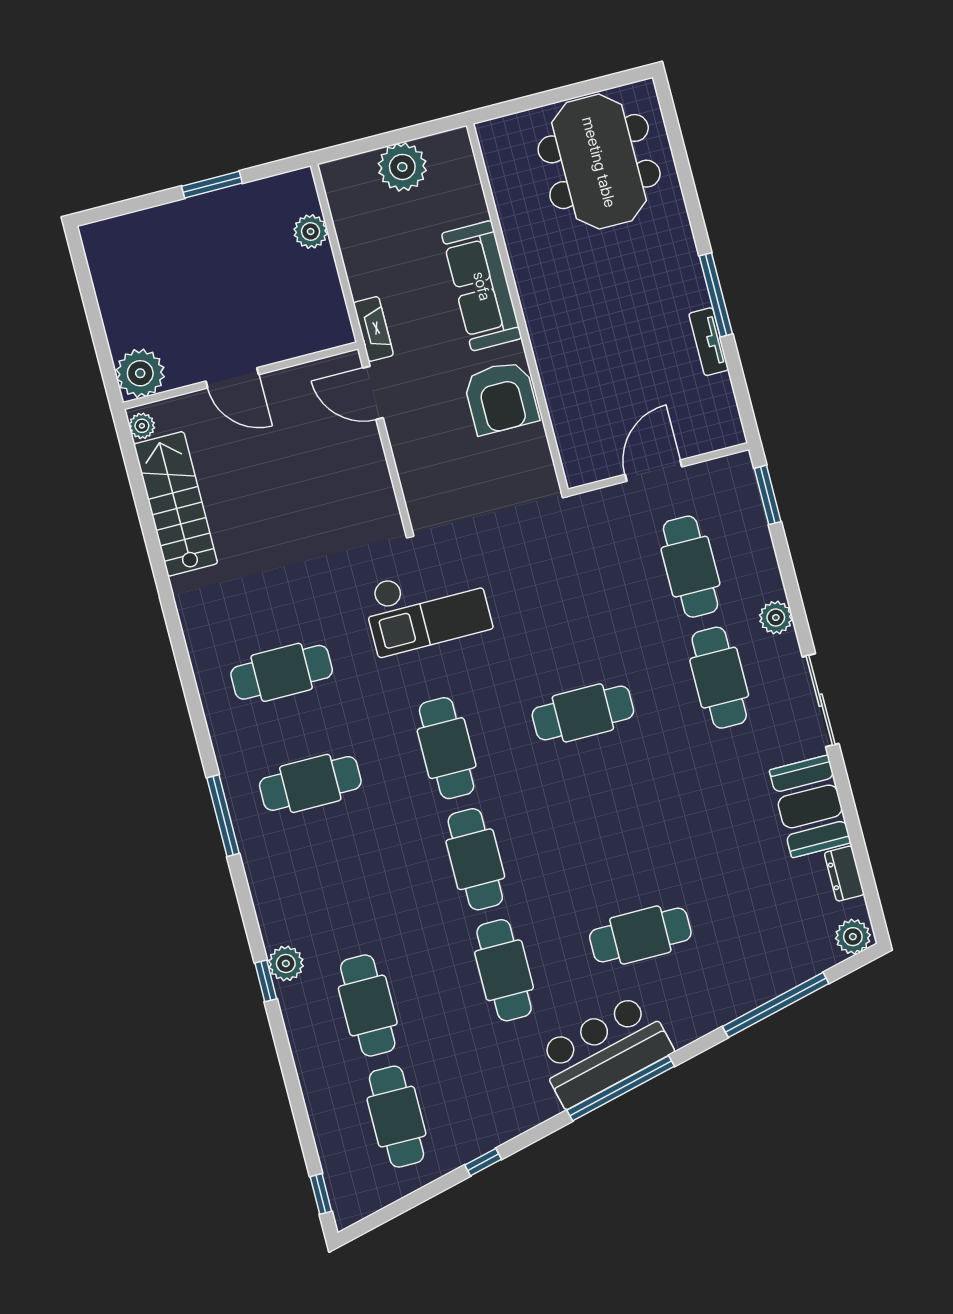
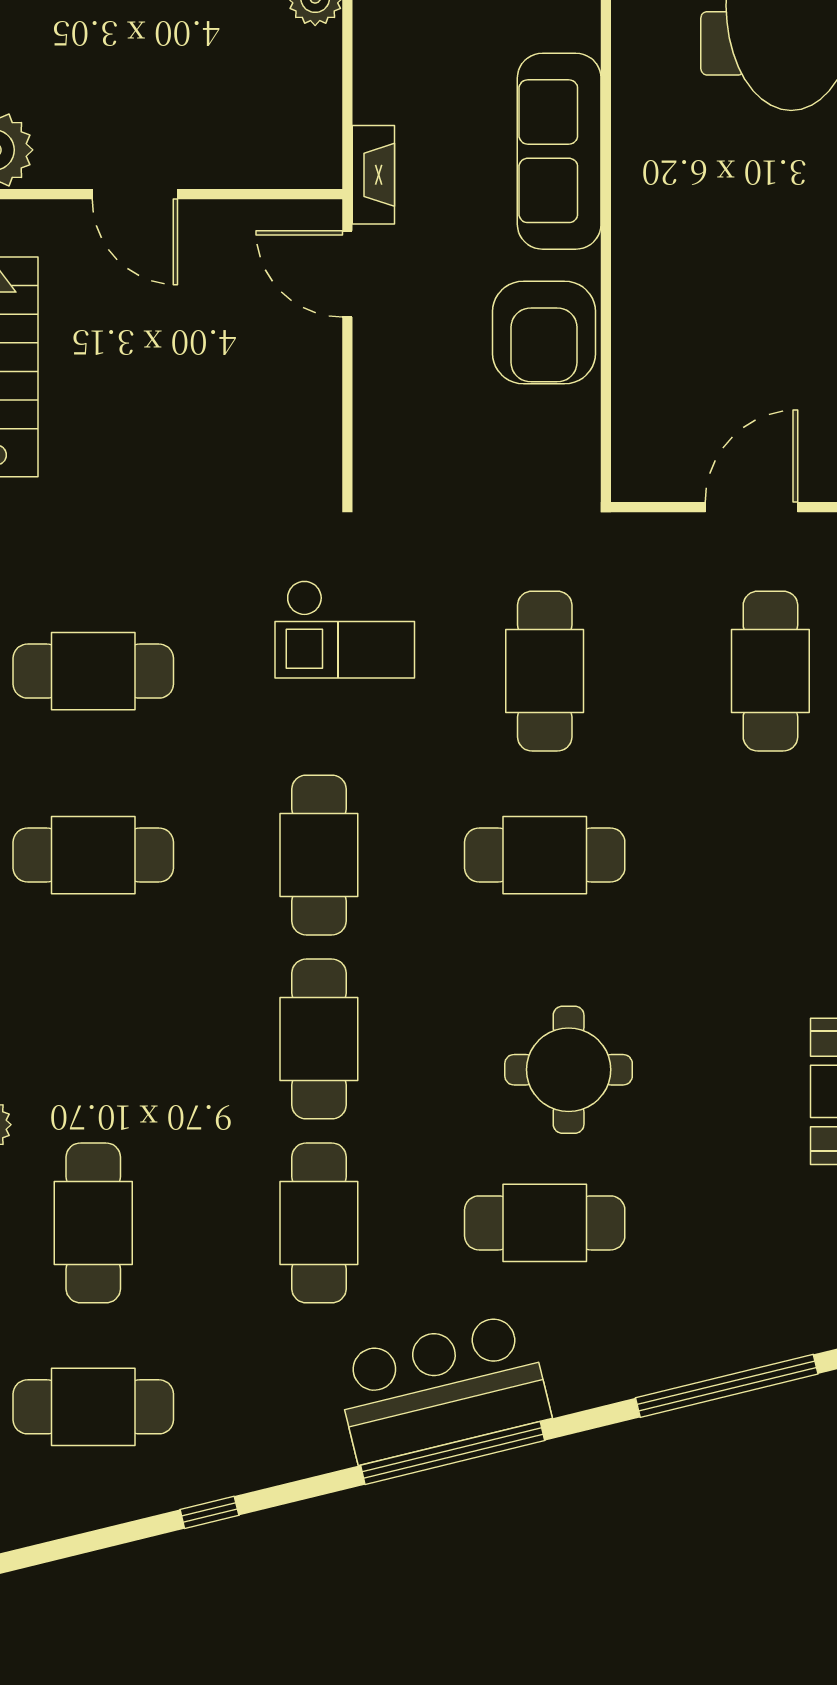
checkout: (427, 608) -> (345, 629), width x0.73, depth x0.83
cafe table: (719, 678) -> (545, 671), moved
round table: (631, 839) -> (569, 1070), added
cafe table: (396, 1117) -> (93, 1407), turned 90

